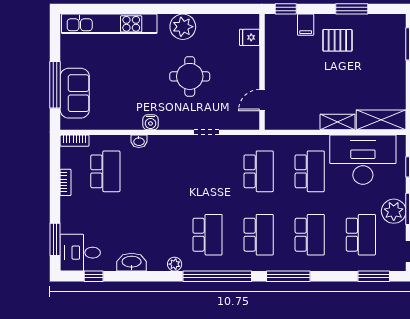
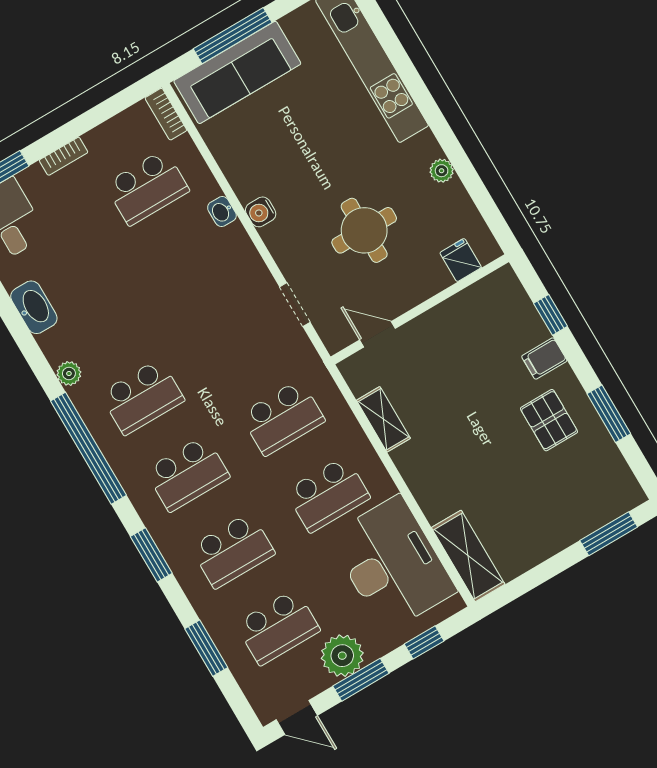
plant: (183, 27) -> (442, 171), width x0.53, depth x0.53
fridge: (250, 37) -> (461, 260), moved
wall: (262, 72) -> (420, 309), moved
sofa: (75, 93) -> (237, 72), width x1.36
door: (262, 100) -> (377, 334), moved
shelving: (338, 122) -> (383, 419), moved
bookcase: (66, 182) -> (64, 156), moved
window: (288, 276) -> (151, 555), width x0.69
window: (374, 276) -> (206, 648), moved

